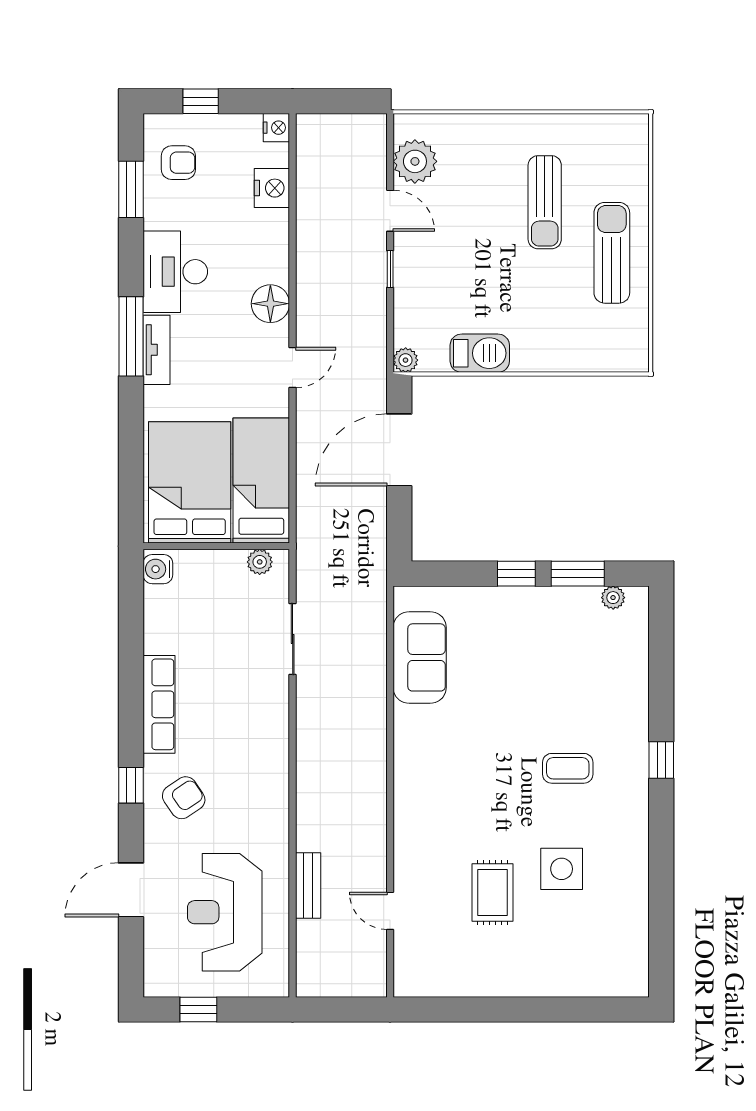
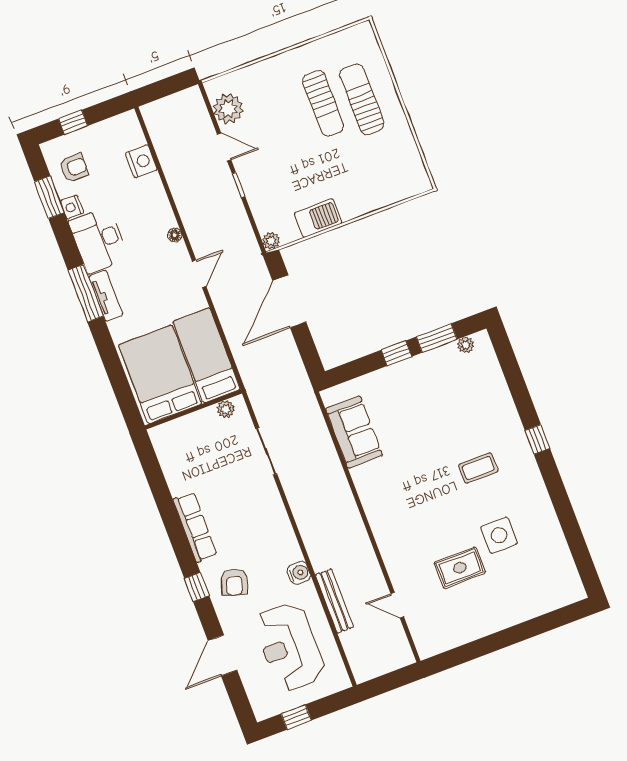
nightstand: (276, 128) -> (72, 207), moved, turned 180
sun lounger: (612, 253) -> (362, 99), moved
floor lamp: (270, 304) -> (175, 235), width x0.53, depth x0.53
water cooler: (158, 569) -> (299, 573), moved, turned 180
armchair: (184, 798) -> (234, 582), turned 142
bench: (308, 885) -> (334, 601), width x1.36
rug: (493, 892) -> (460, 568), turned 90

